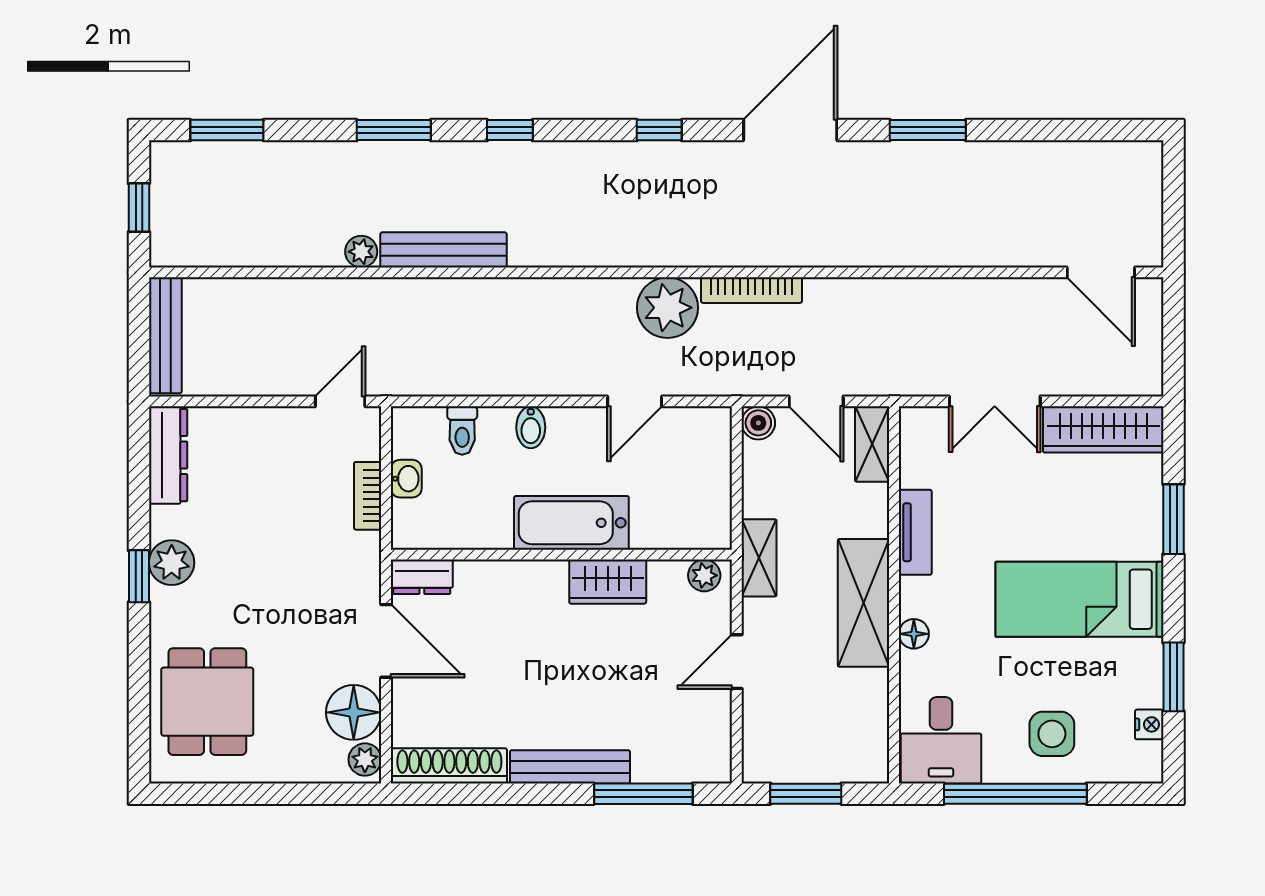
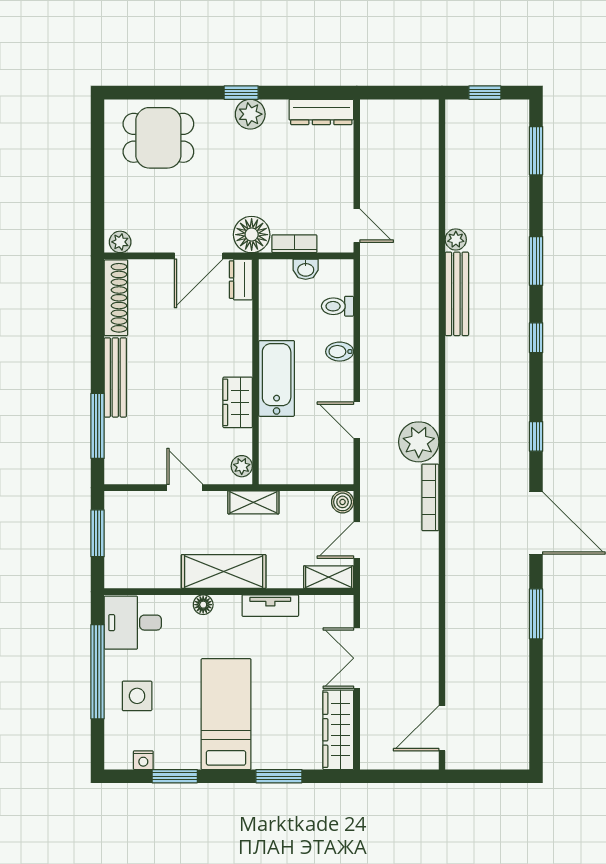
bench: (165, 335) -> (400, 110), removed
floor lamp: (354, 712) -> (252, 235), moved

